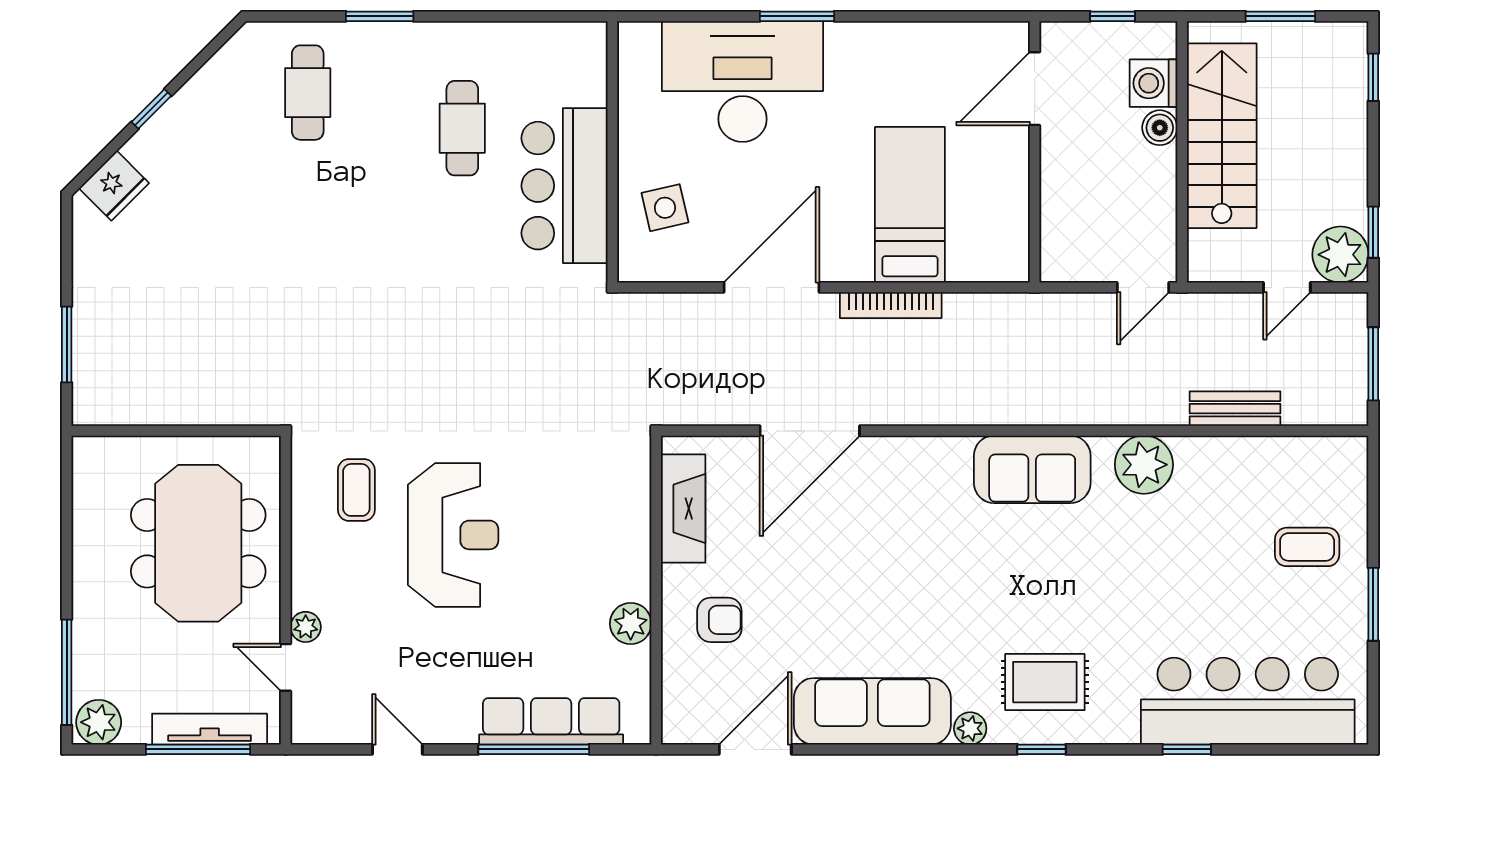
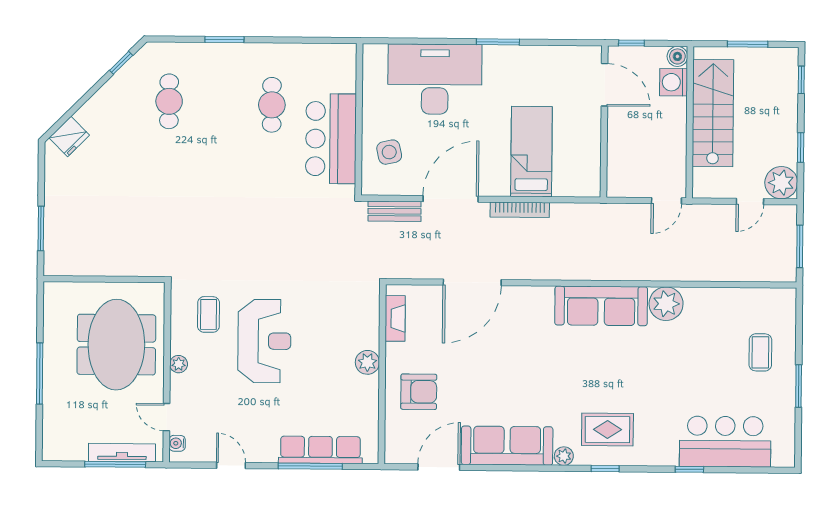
window: (797, 16) -> (498, 42), moved
window: (1112, 16) -> (631, 43), moved
door: (1035, 89) -> (604, 85), swing flipped
cafe table: (308, 93) -> (169, 101), moved
window: (151, 109) -> (121, 63), moved
boiler: (1160, 128) -> (677, 56), moved
window: (1373, 232) -> (801, 147), moved
bench: (1235, 409) -> (395, 211), moved
sofa: (1032, 469) -> (601, 306), width x1.36
fireplace: (683, 509) -> (395, 318), width x0.73, depth x0.76
coffee table: (1307, 547) -> (760, 352), turned 90
armchair: (719, 620) -> (419, 392), width x1.38, depth x1.38
plant: (631, 624) -> (367, 362), moved
plant: (306, 627) -> (179, 364), moved
window: (67, 672) -> (40, 374), moved
bar counter: (1248, 701) -> (725, 442), width x0.73
water cooler: (304, 712) -> (177, 443), added
plant: (99, 722) -> (58, 448), removed

